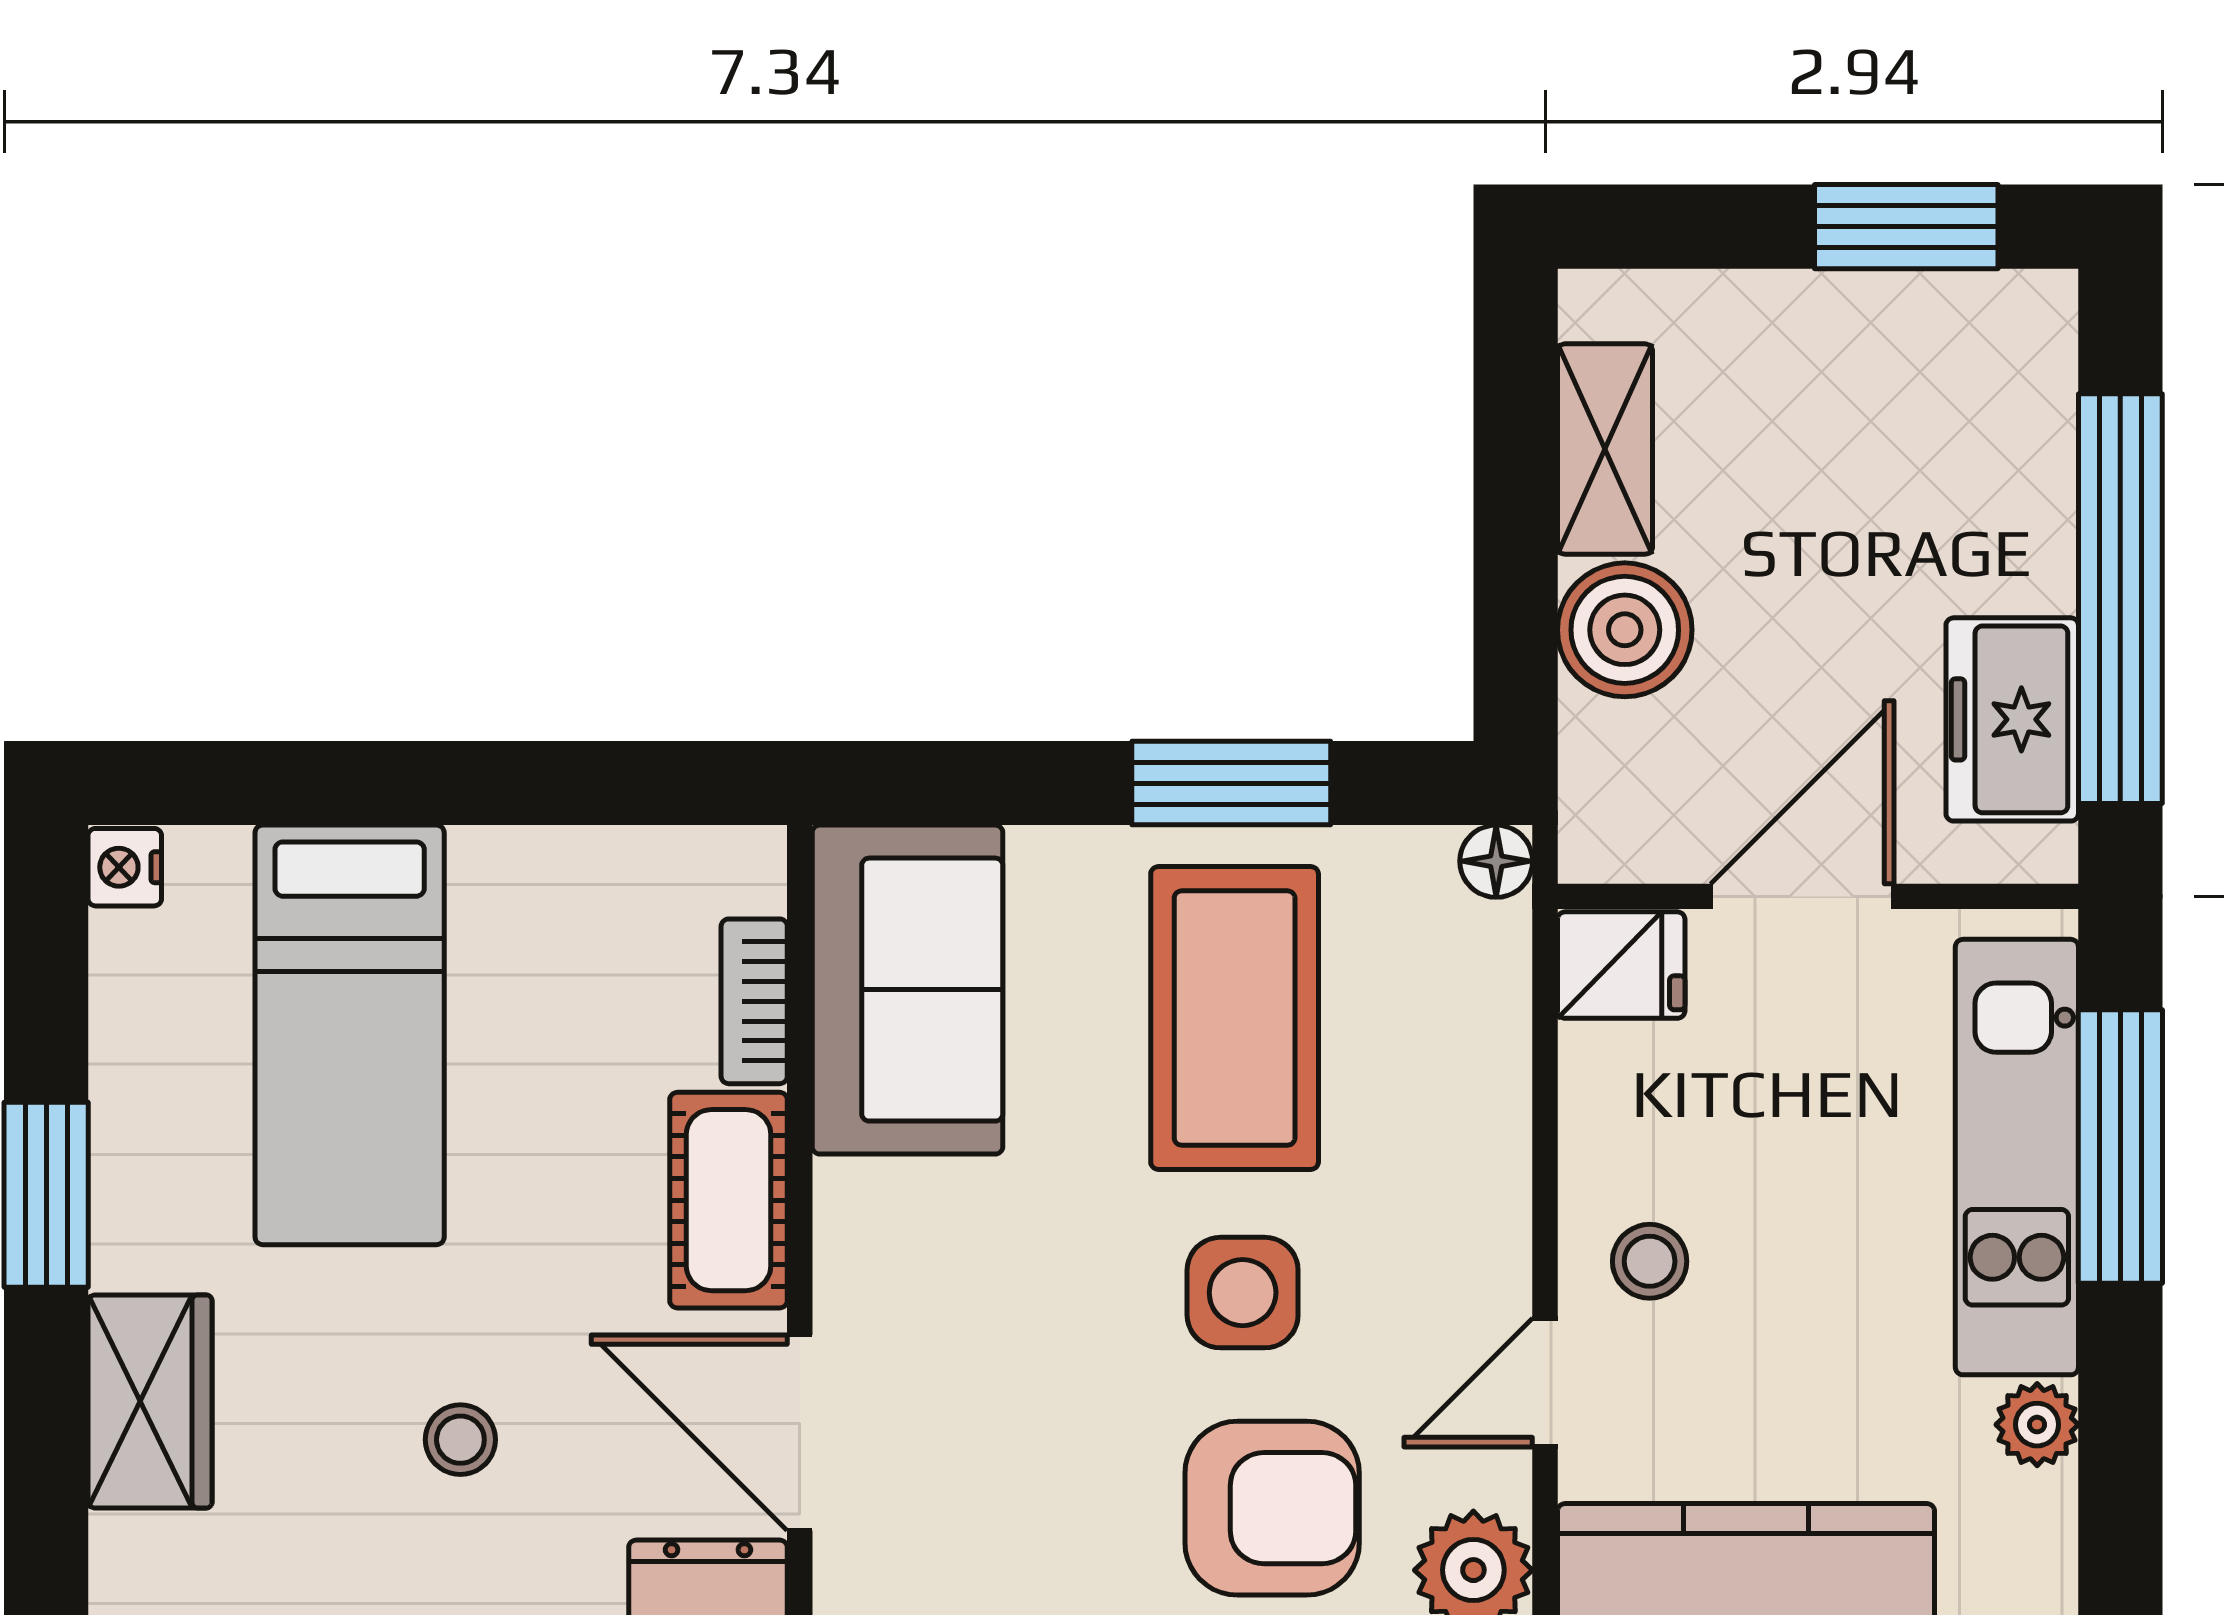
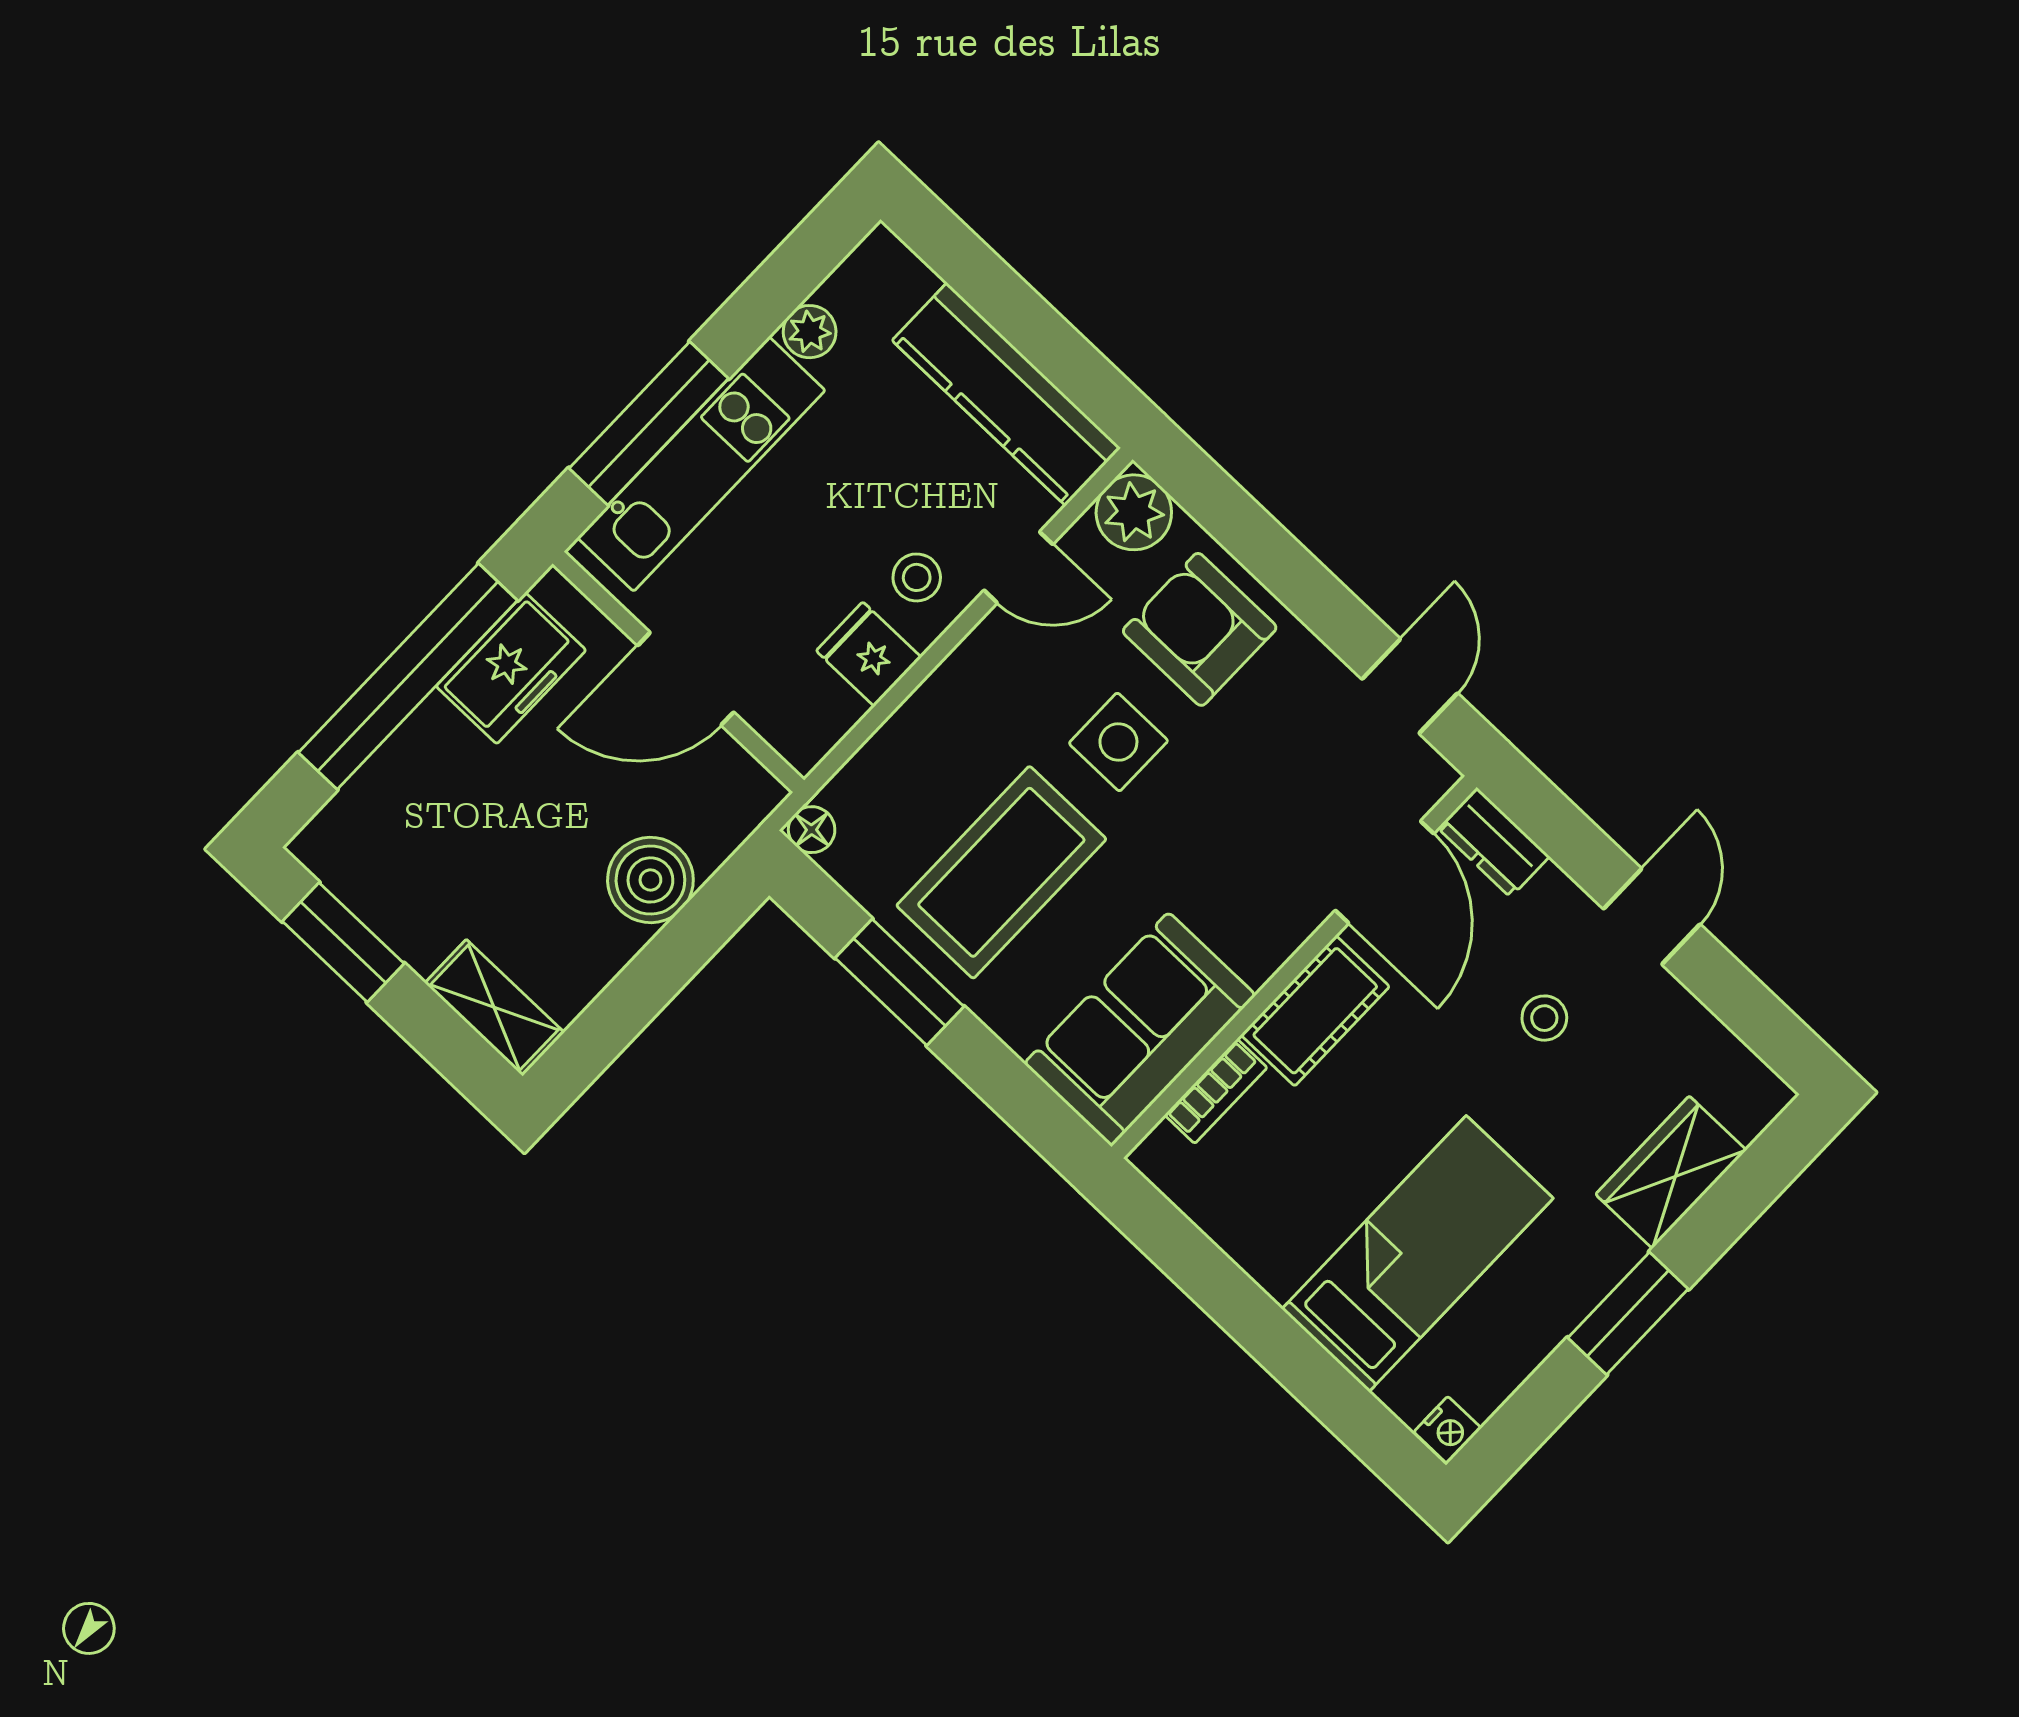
shelving: (1605, 449) -> (494, 1007), moved, turned 90
fridge: (1621, 965) -> (869, 654), moved

